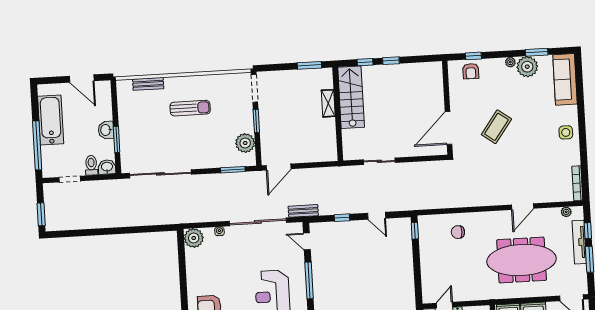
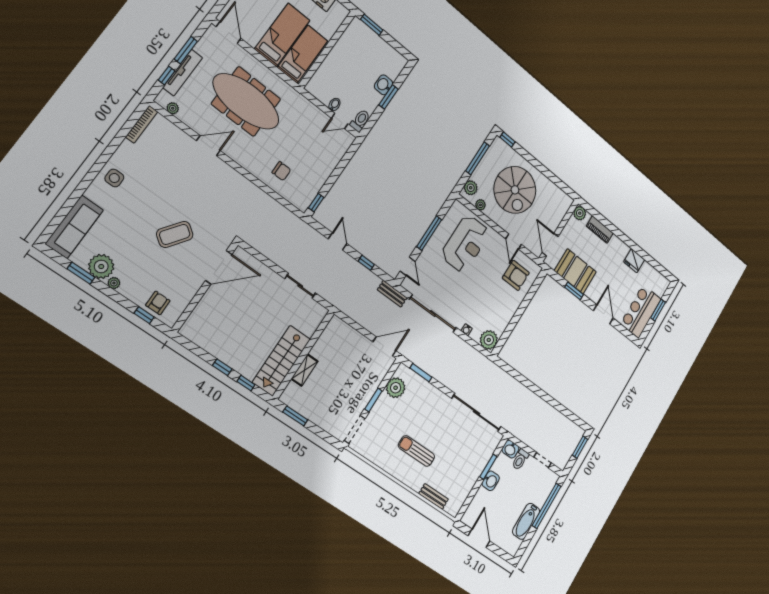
bathtub: (51, 120) -> (526, 521), width x0.73, depth x0.73

